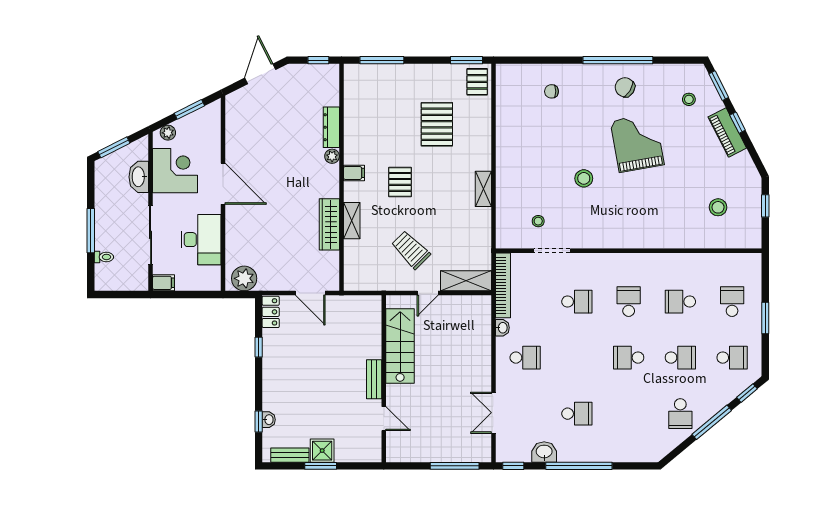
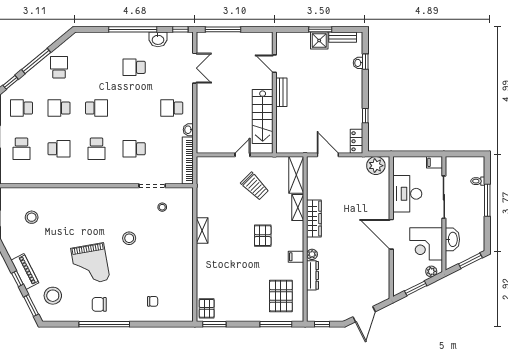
chair: (625, 87) -> (99, 304), turned 148
stool: (689, 99) -> (53, 296), width x1.89, depth x1.89
pallet: (437, 124) -> (281, 296), moved
filing cabinet: (354, 173) -> (296, 257), moved
wardrobe: (329, 224) -> (314, 219), moved
shelving: (466, 281) -> (296, 175), moved, turned 90

